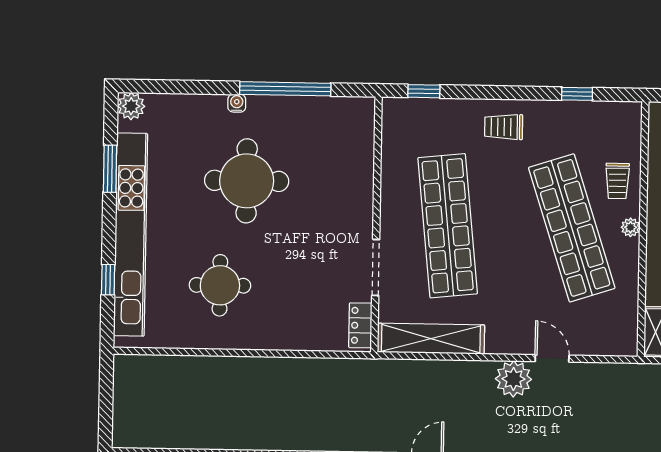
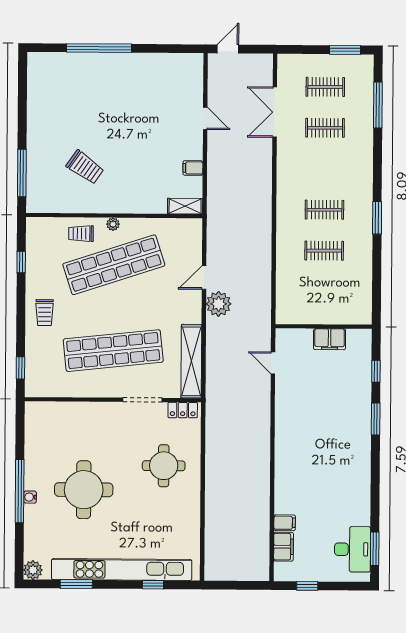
window: (285, 89) -> (20, 491), moved
trolley: (617, 181) -> (81, 234), turned 180
round table: (220, 285) -> (164, 466), moved

